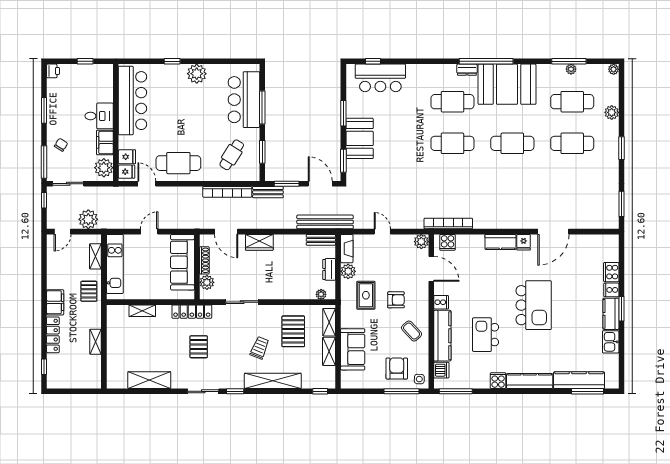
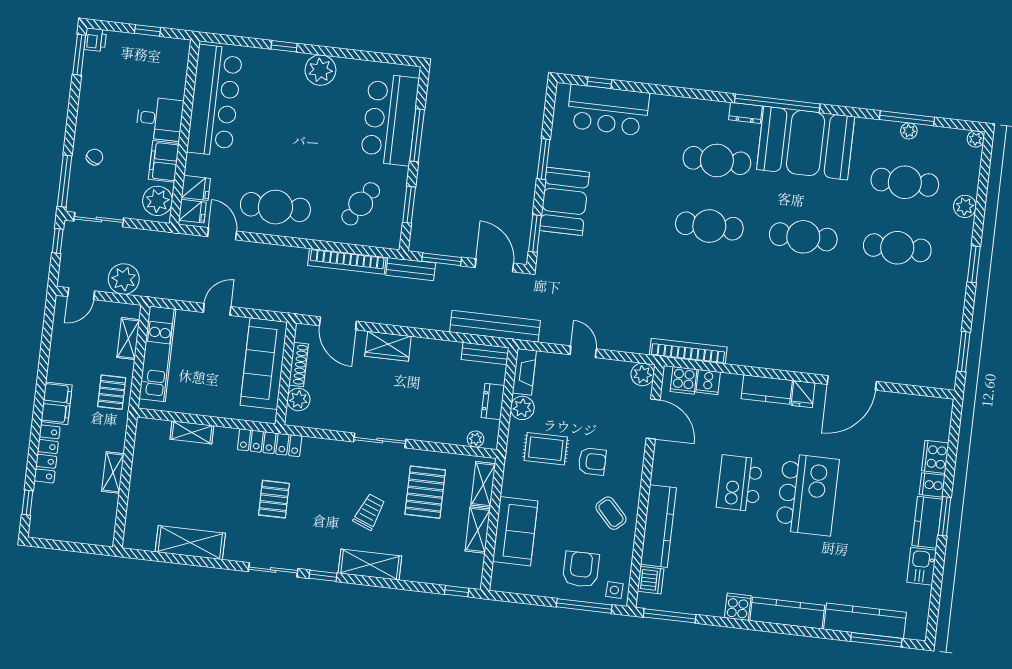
window: (44, 110) -> (79, 55), moved
rug: (366, 295) -> (546, 449), turned 90
sliding door: (242, 302) -> (380, 440), moved
cooker: (441, 302) -> (708, 382), moved, turned 90
kitchen island: (486, 335) -> (740, 483), moved
shelving: (273, 381) -> (370, 565), width x0.68

